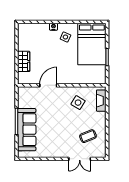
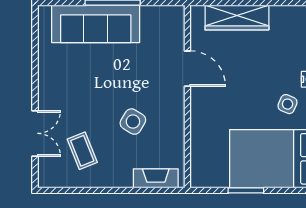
wardrobe: (24, 61) -> (237, 18), width x1.50
side table: (78, 103) -> (133, 122), moved
double door: (80, 159) -> (35, 133), swing flipped

